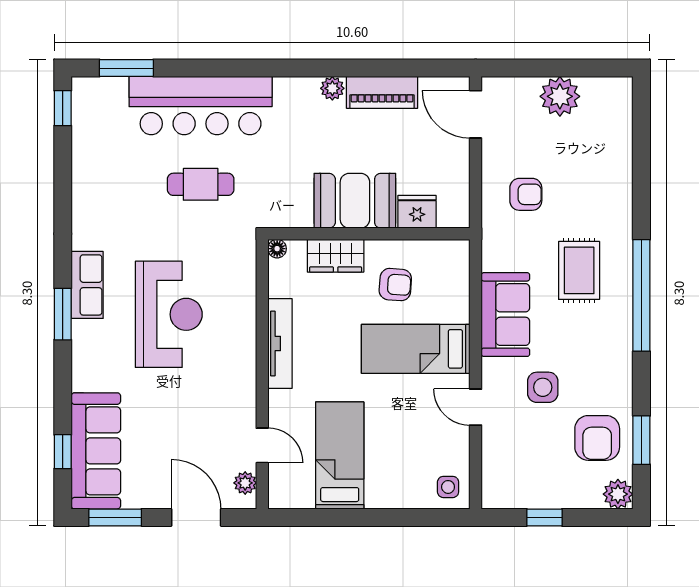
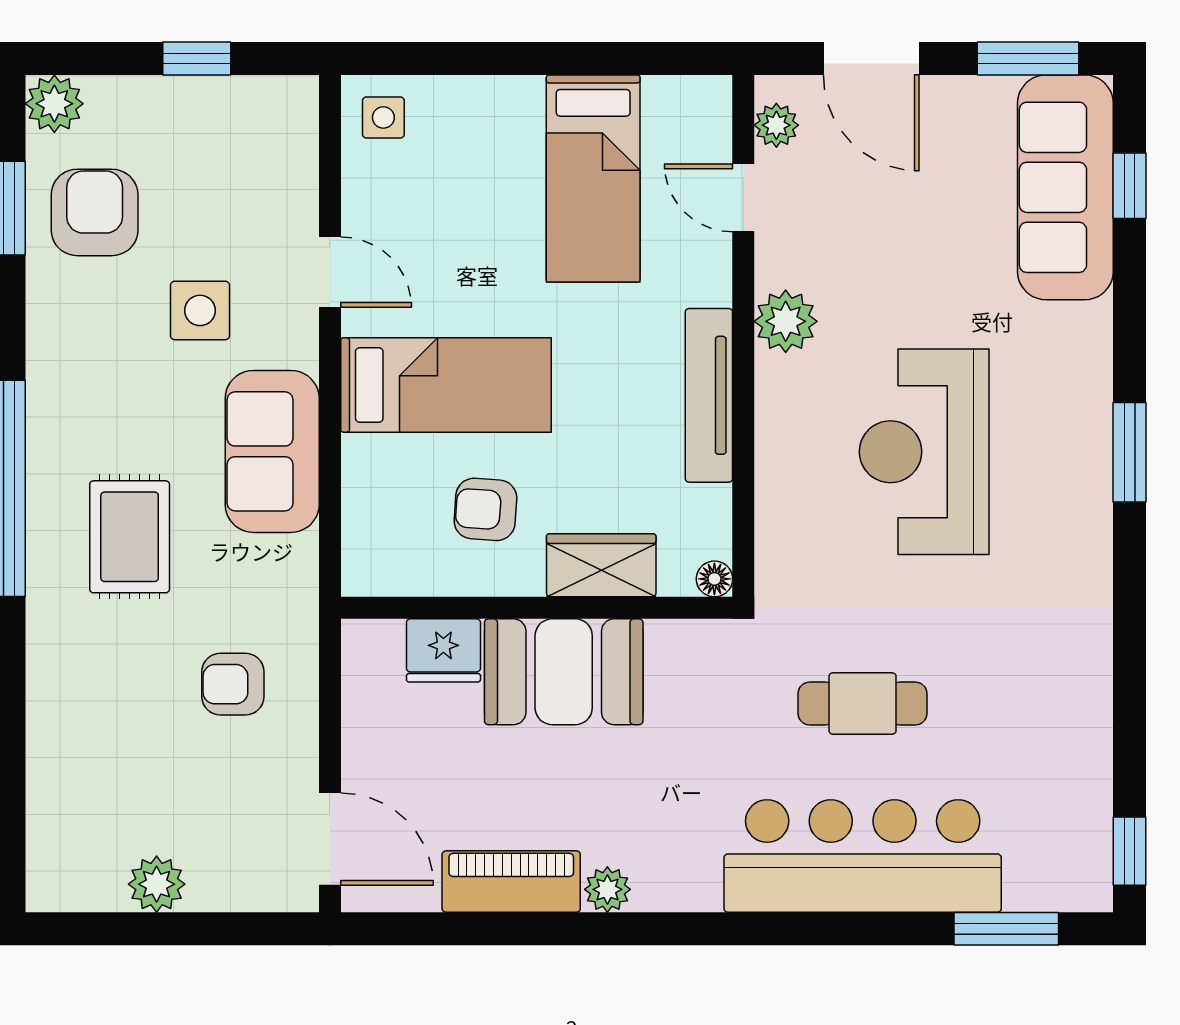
plant: (560, 96) -> (157, 884), width x0.73, depth x0.73
row of seats: (87, 285) -> (1082, 509), removed
plant: (240, 382) -> (786, 321), added

